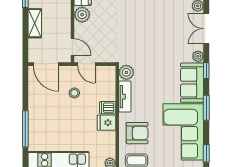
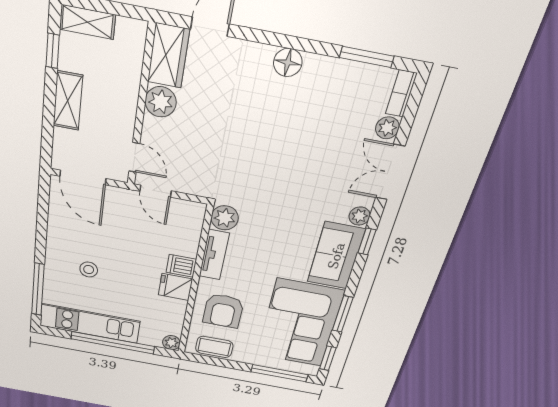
stool: (74, 93) -> (89, 269), moved
window: (206, 108) -> (343, 314), moved
window: (25, 129) -> (38, 289), moved
armchair: (137, 133) -> (223, 311), turned 90

